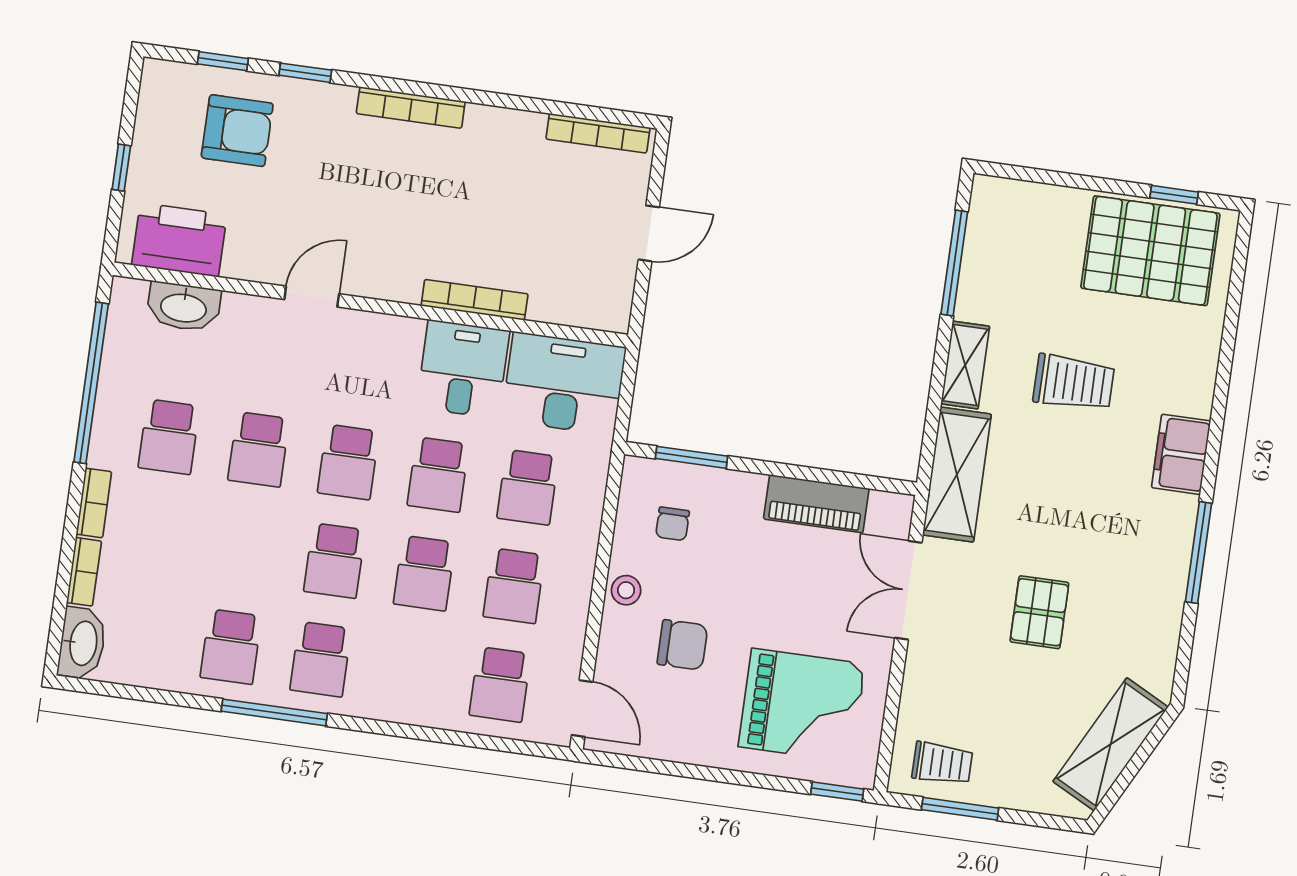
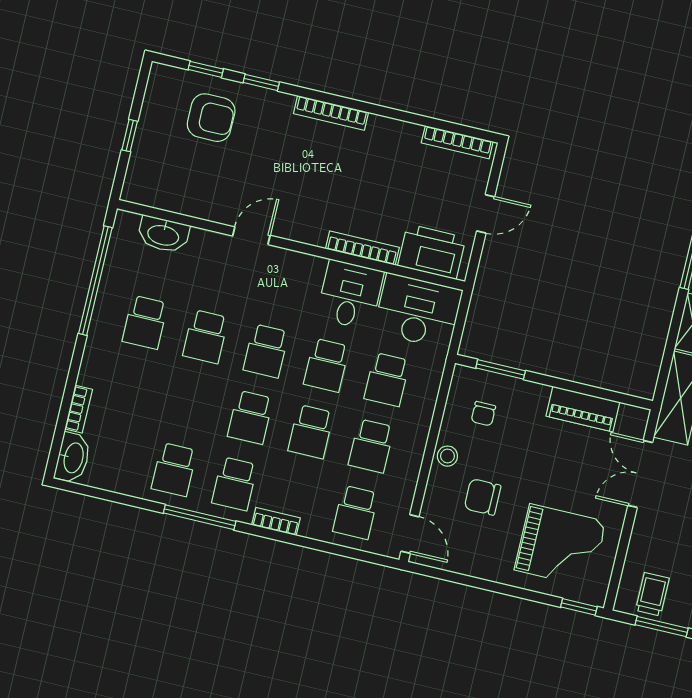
printer: (179, 240) -> (432, 252), moved
bookcase: (94, 503) -> (276, 522), moved, turned -90
chair: (682, 645) -> (483, 497), turned 180
trolley: (942, 763) -> (652, 594), turned -90

